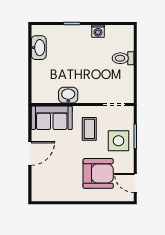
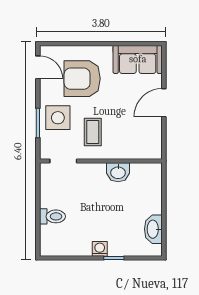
washing machine: (98, 31) -> (100, 249), moved
sofa: (52, 118) -> (138, 59), moved, turned 180

